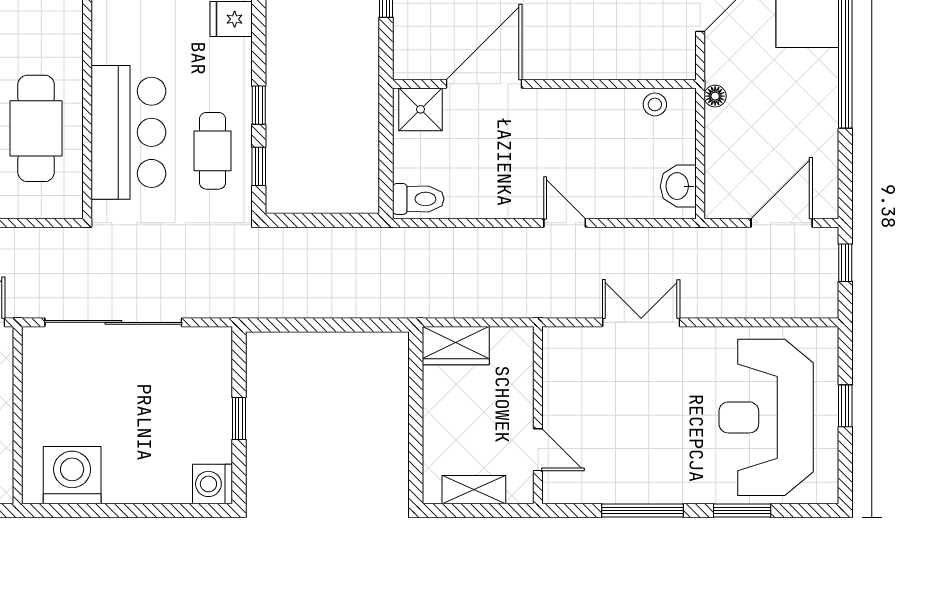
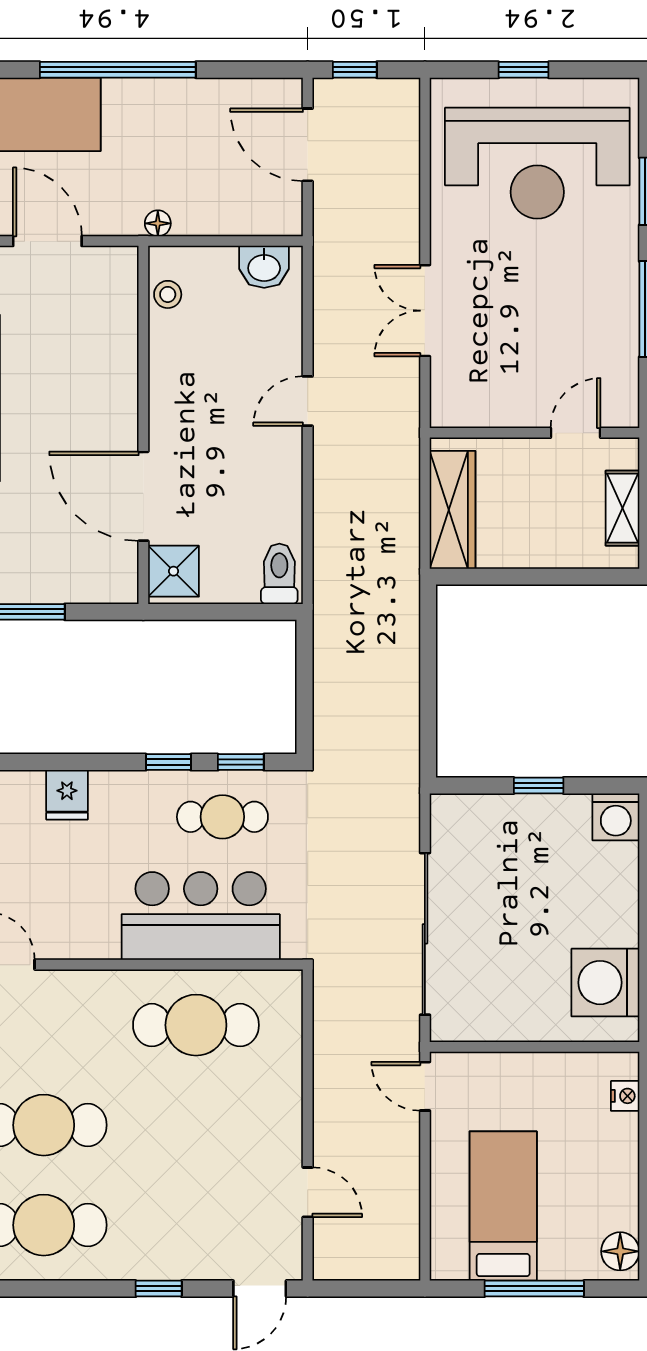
wardrobe: (456, 346) -> (452, 510), width x1.50

